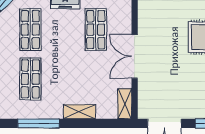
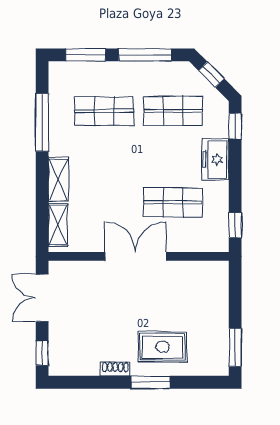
shelving: (125, 104) -> (58, 225), moved, turned 90

